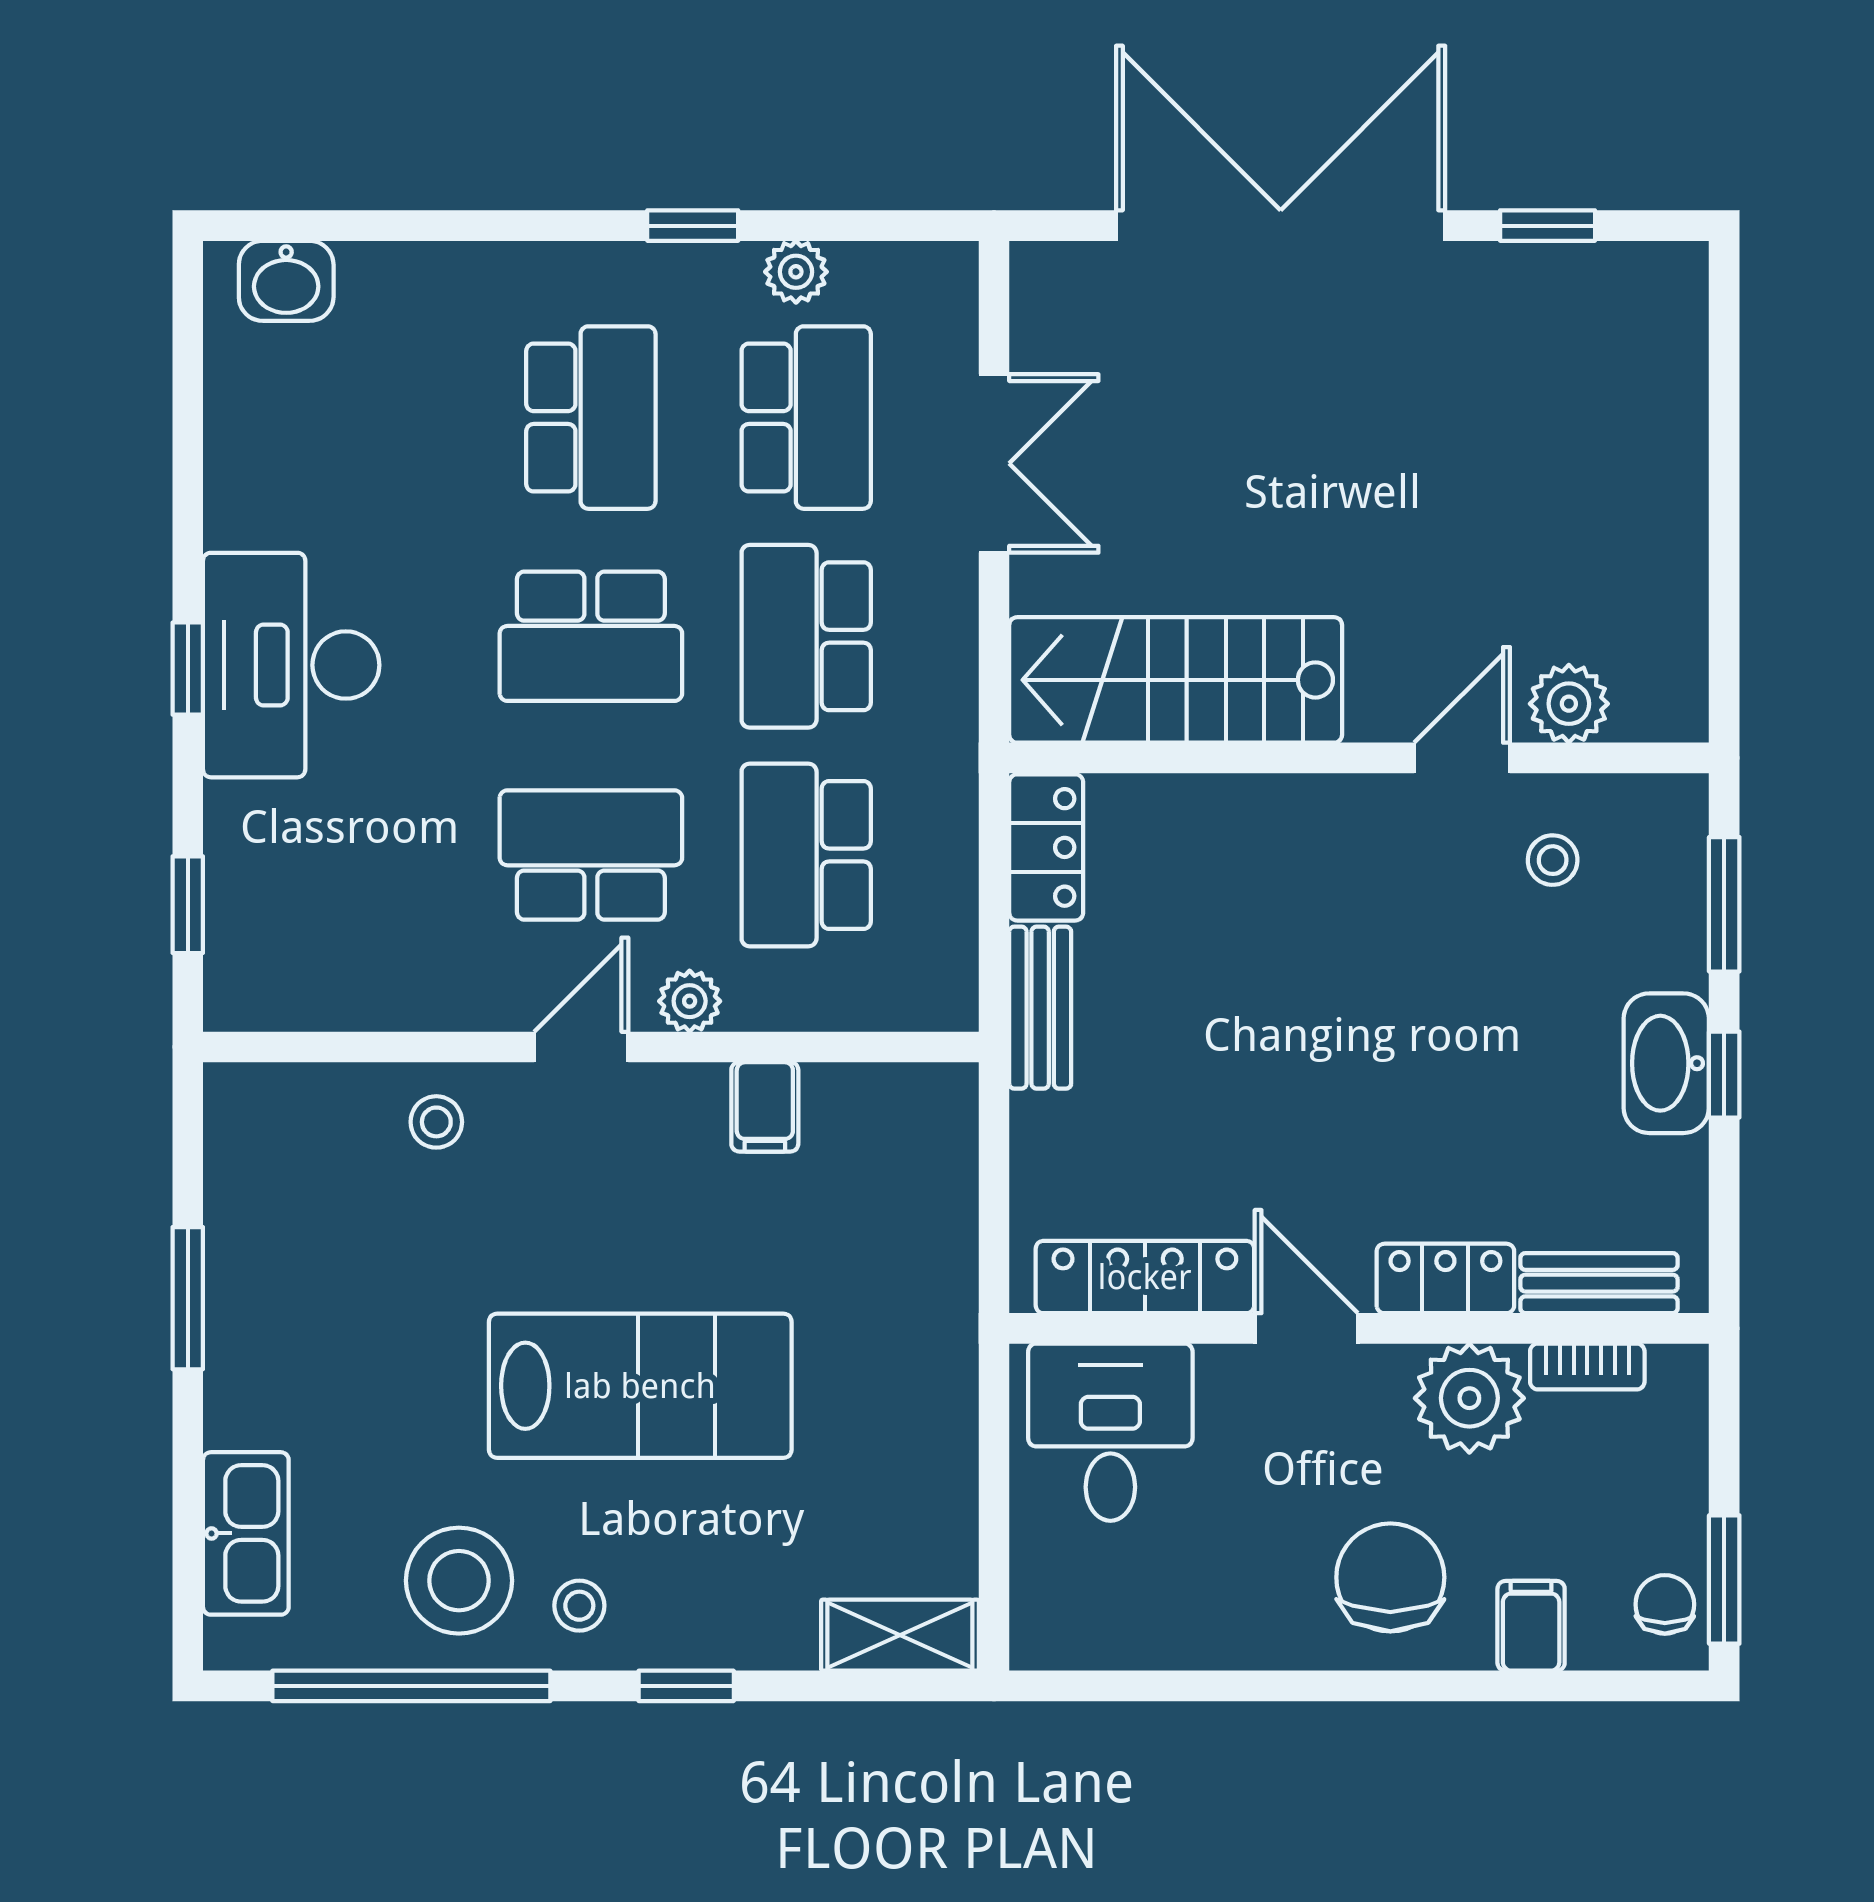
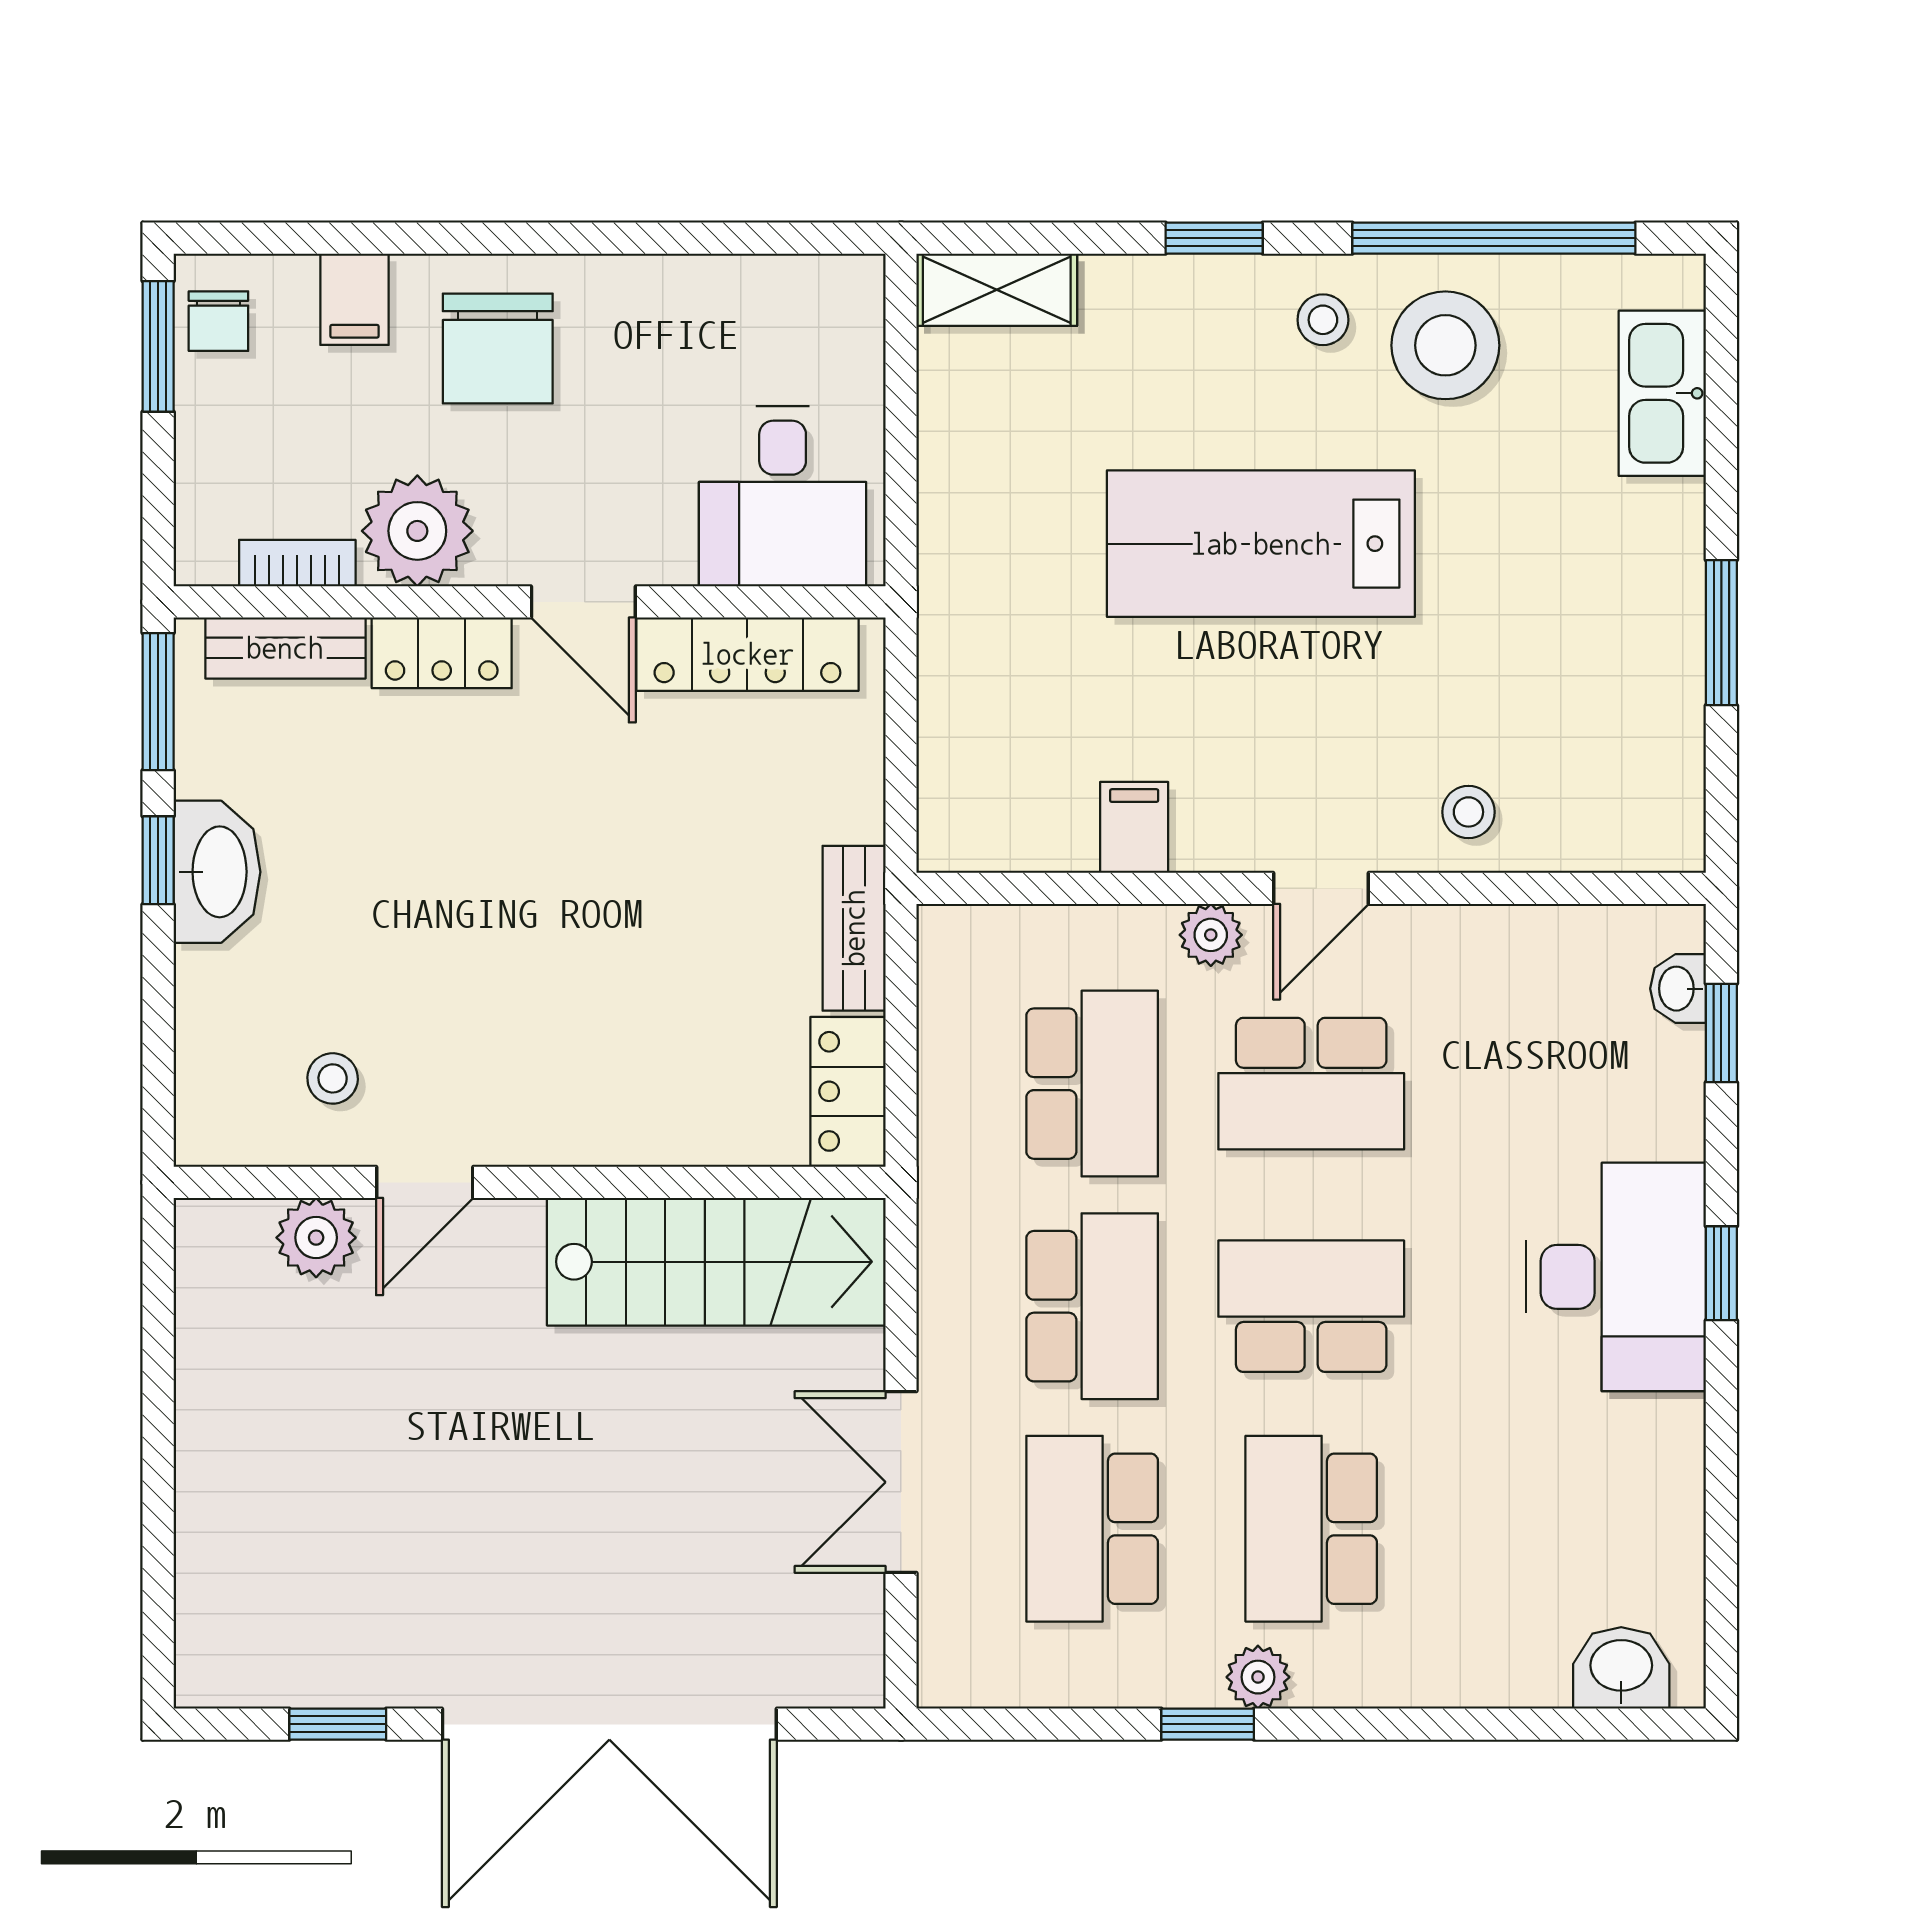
plant: (796, 272) -> (1258, 1677), moved
window: (1724, 904) -> (158, 702), moved
washbasin: (230, 948) -> (1678, 989), added

